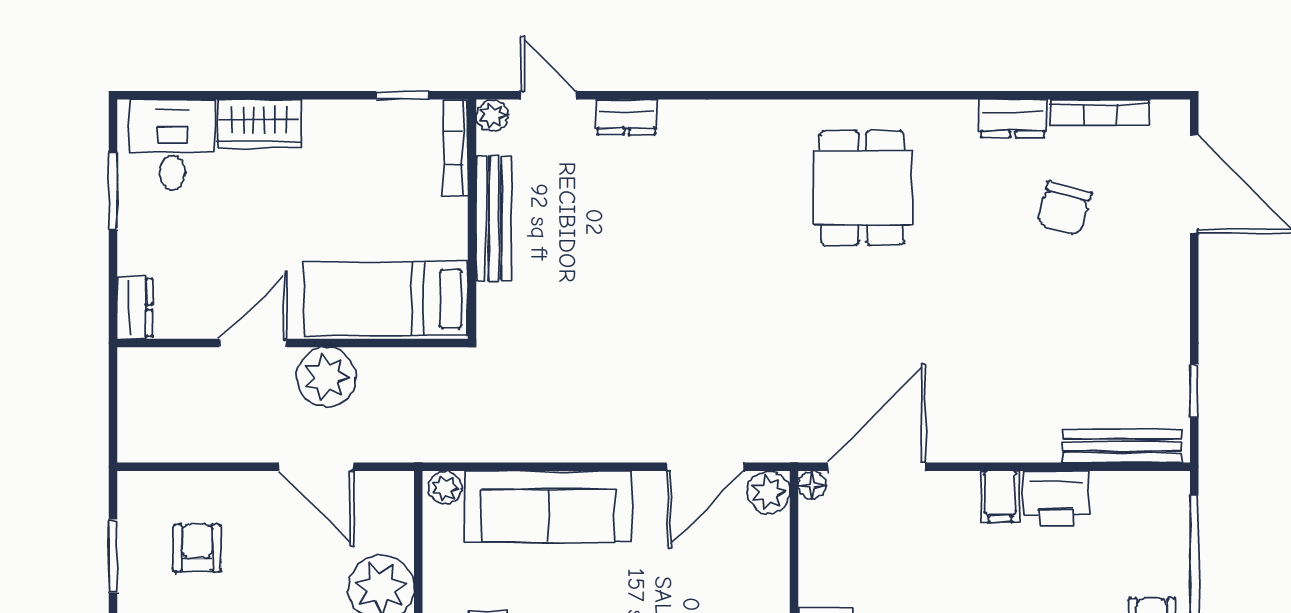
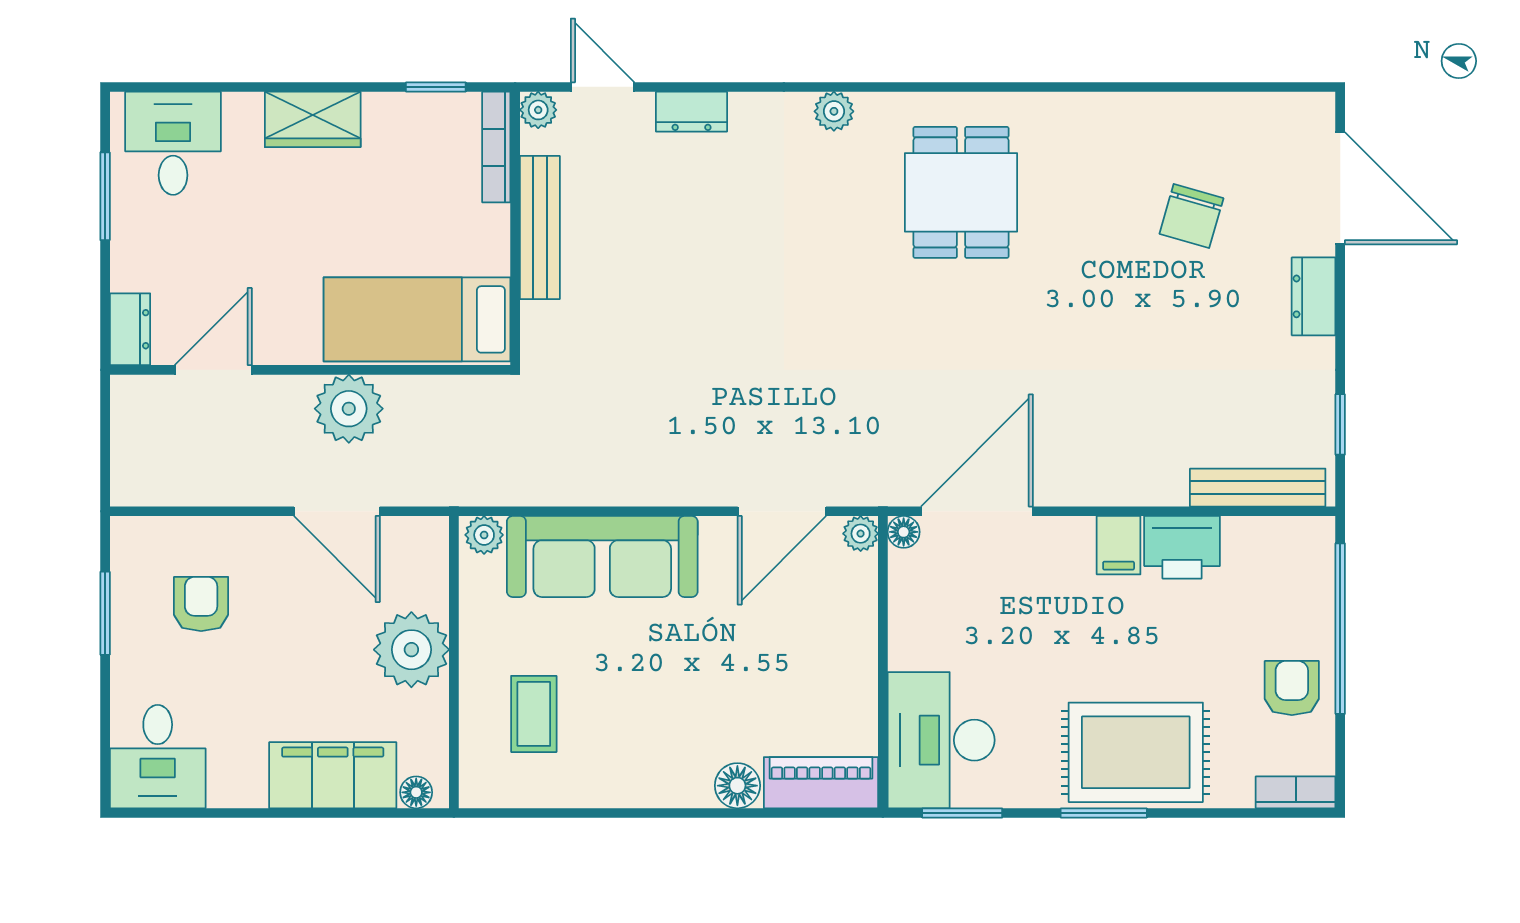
bookcase: (1100, 112) -> (1233, 106), removed
plant: (751, 117) -> (834, 111), added
dresser: (1013, 119) -> (1314, 296), moved, turned 90
wardrobe: (260, 124) -> (313, 119), moved
door: (253, 343) -> (213, 370), moved
plant: (769, 492) -> (861, 534), width x0.73, depth x0.73

